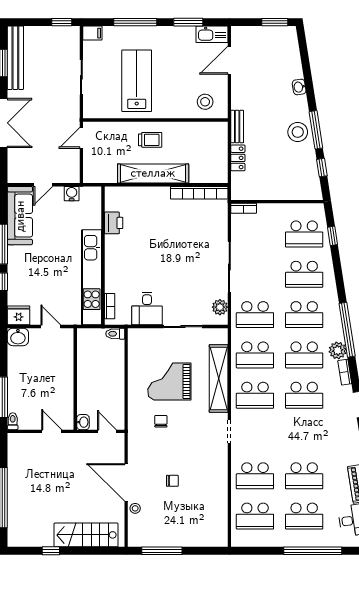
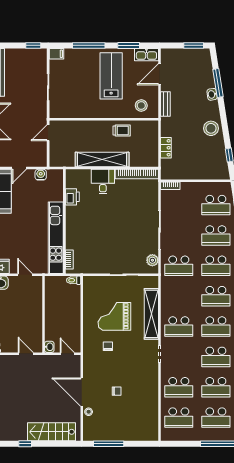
lab bench: (137, 81) -> (111, 76), moved
bench: (237, 126) -> (165, 104), moved
window: (316, 130) -> (218, 83), moved
trolley: (150, 140) -> (122, 131), moved
desk: (147, 309) -> (103, 182), moved, turned 180
school desk: (255, 355) -> (216, 357), moved

